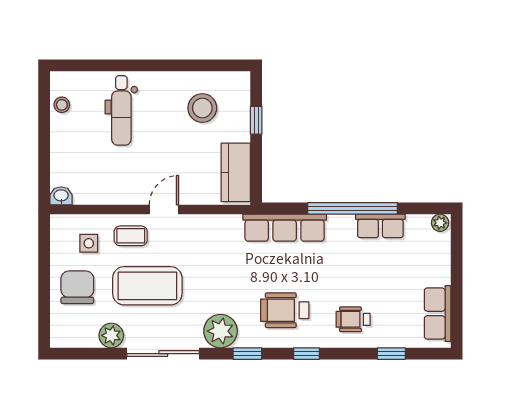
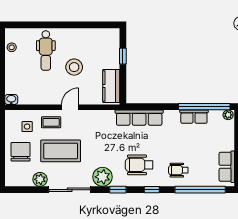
stool: (202, 108) -> (74, 67), moved
window: (353, 208) -> (204, 107), moved
window: (391, 354) -> (200, 190), width x3.17

